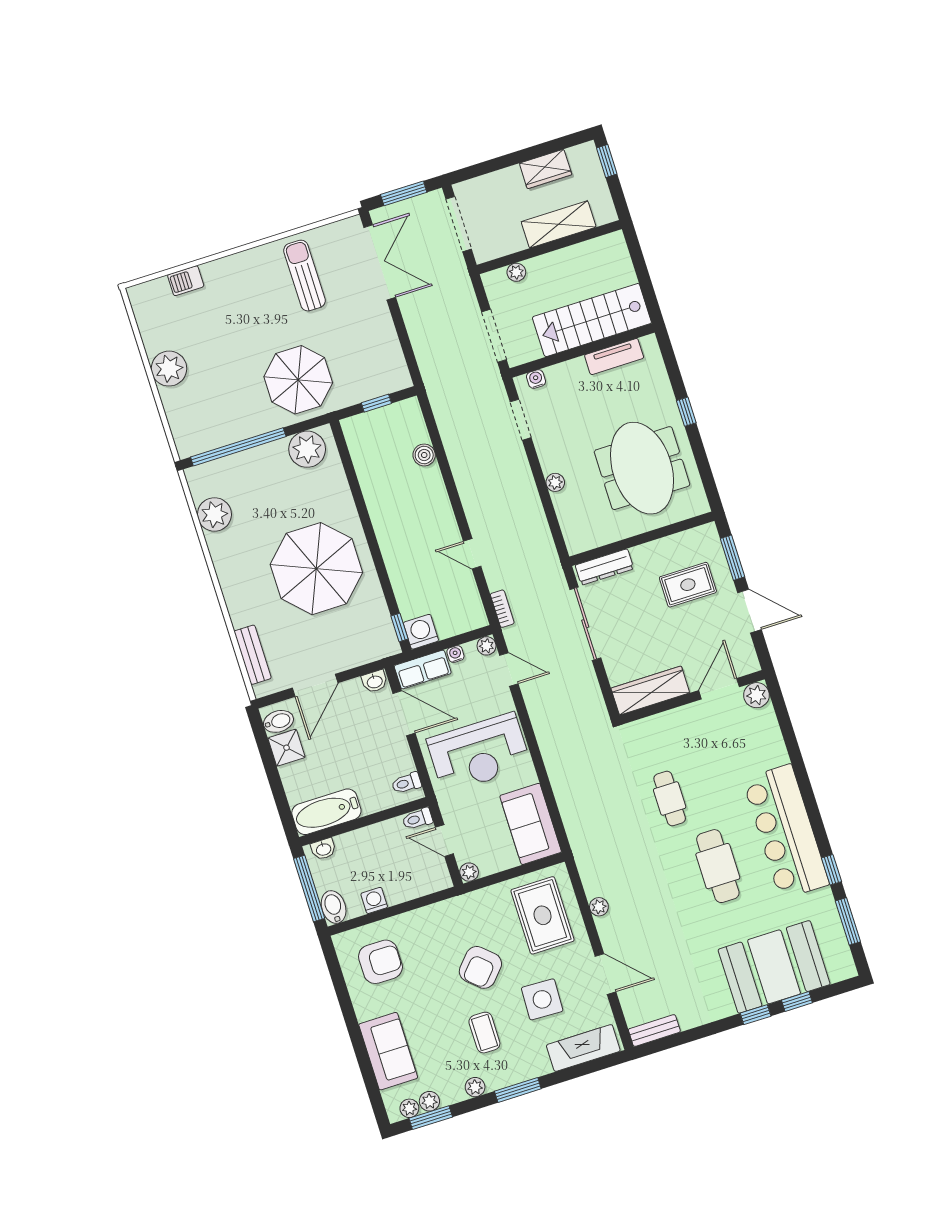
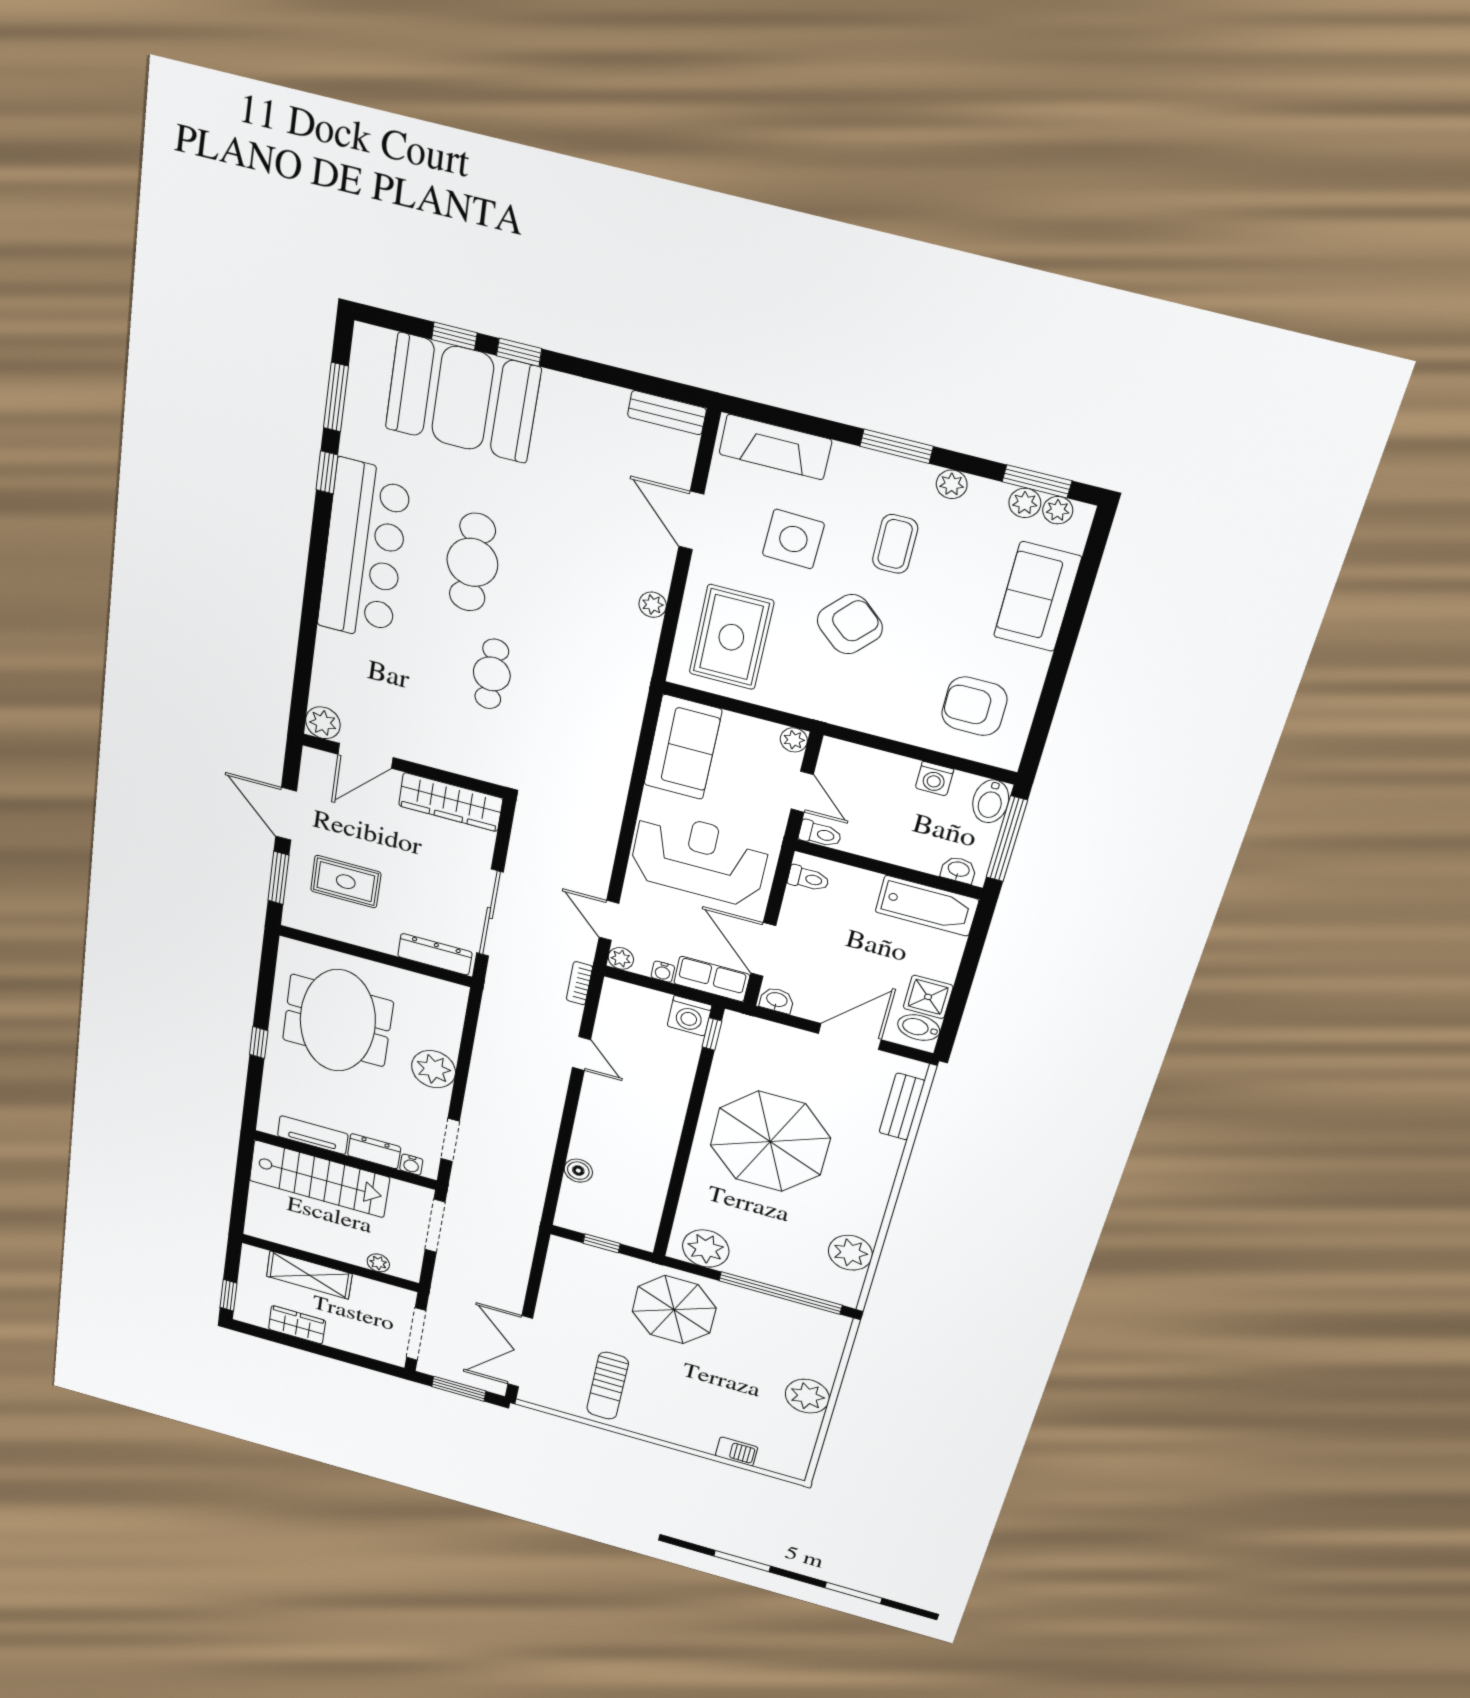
dresser: (566, 373) -> (374, 1151), added
plant: (555, 482) -> (434, 1069), width x1.87, depth x1.87

